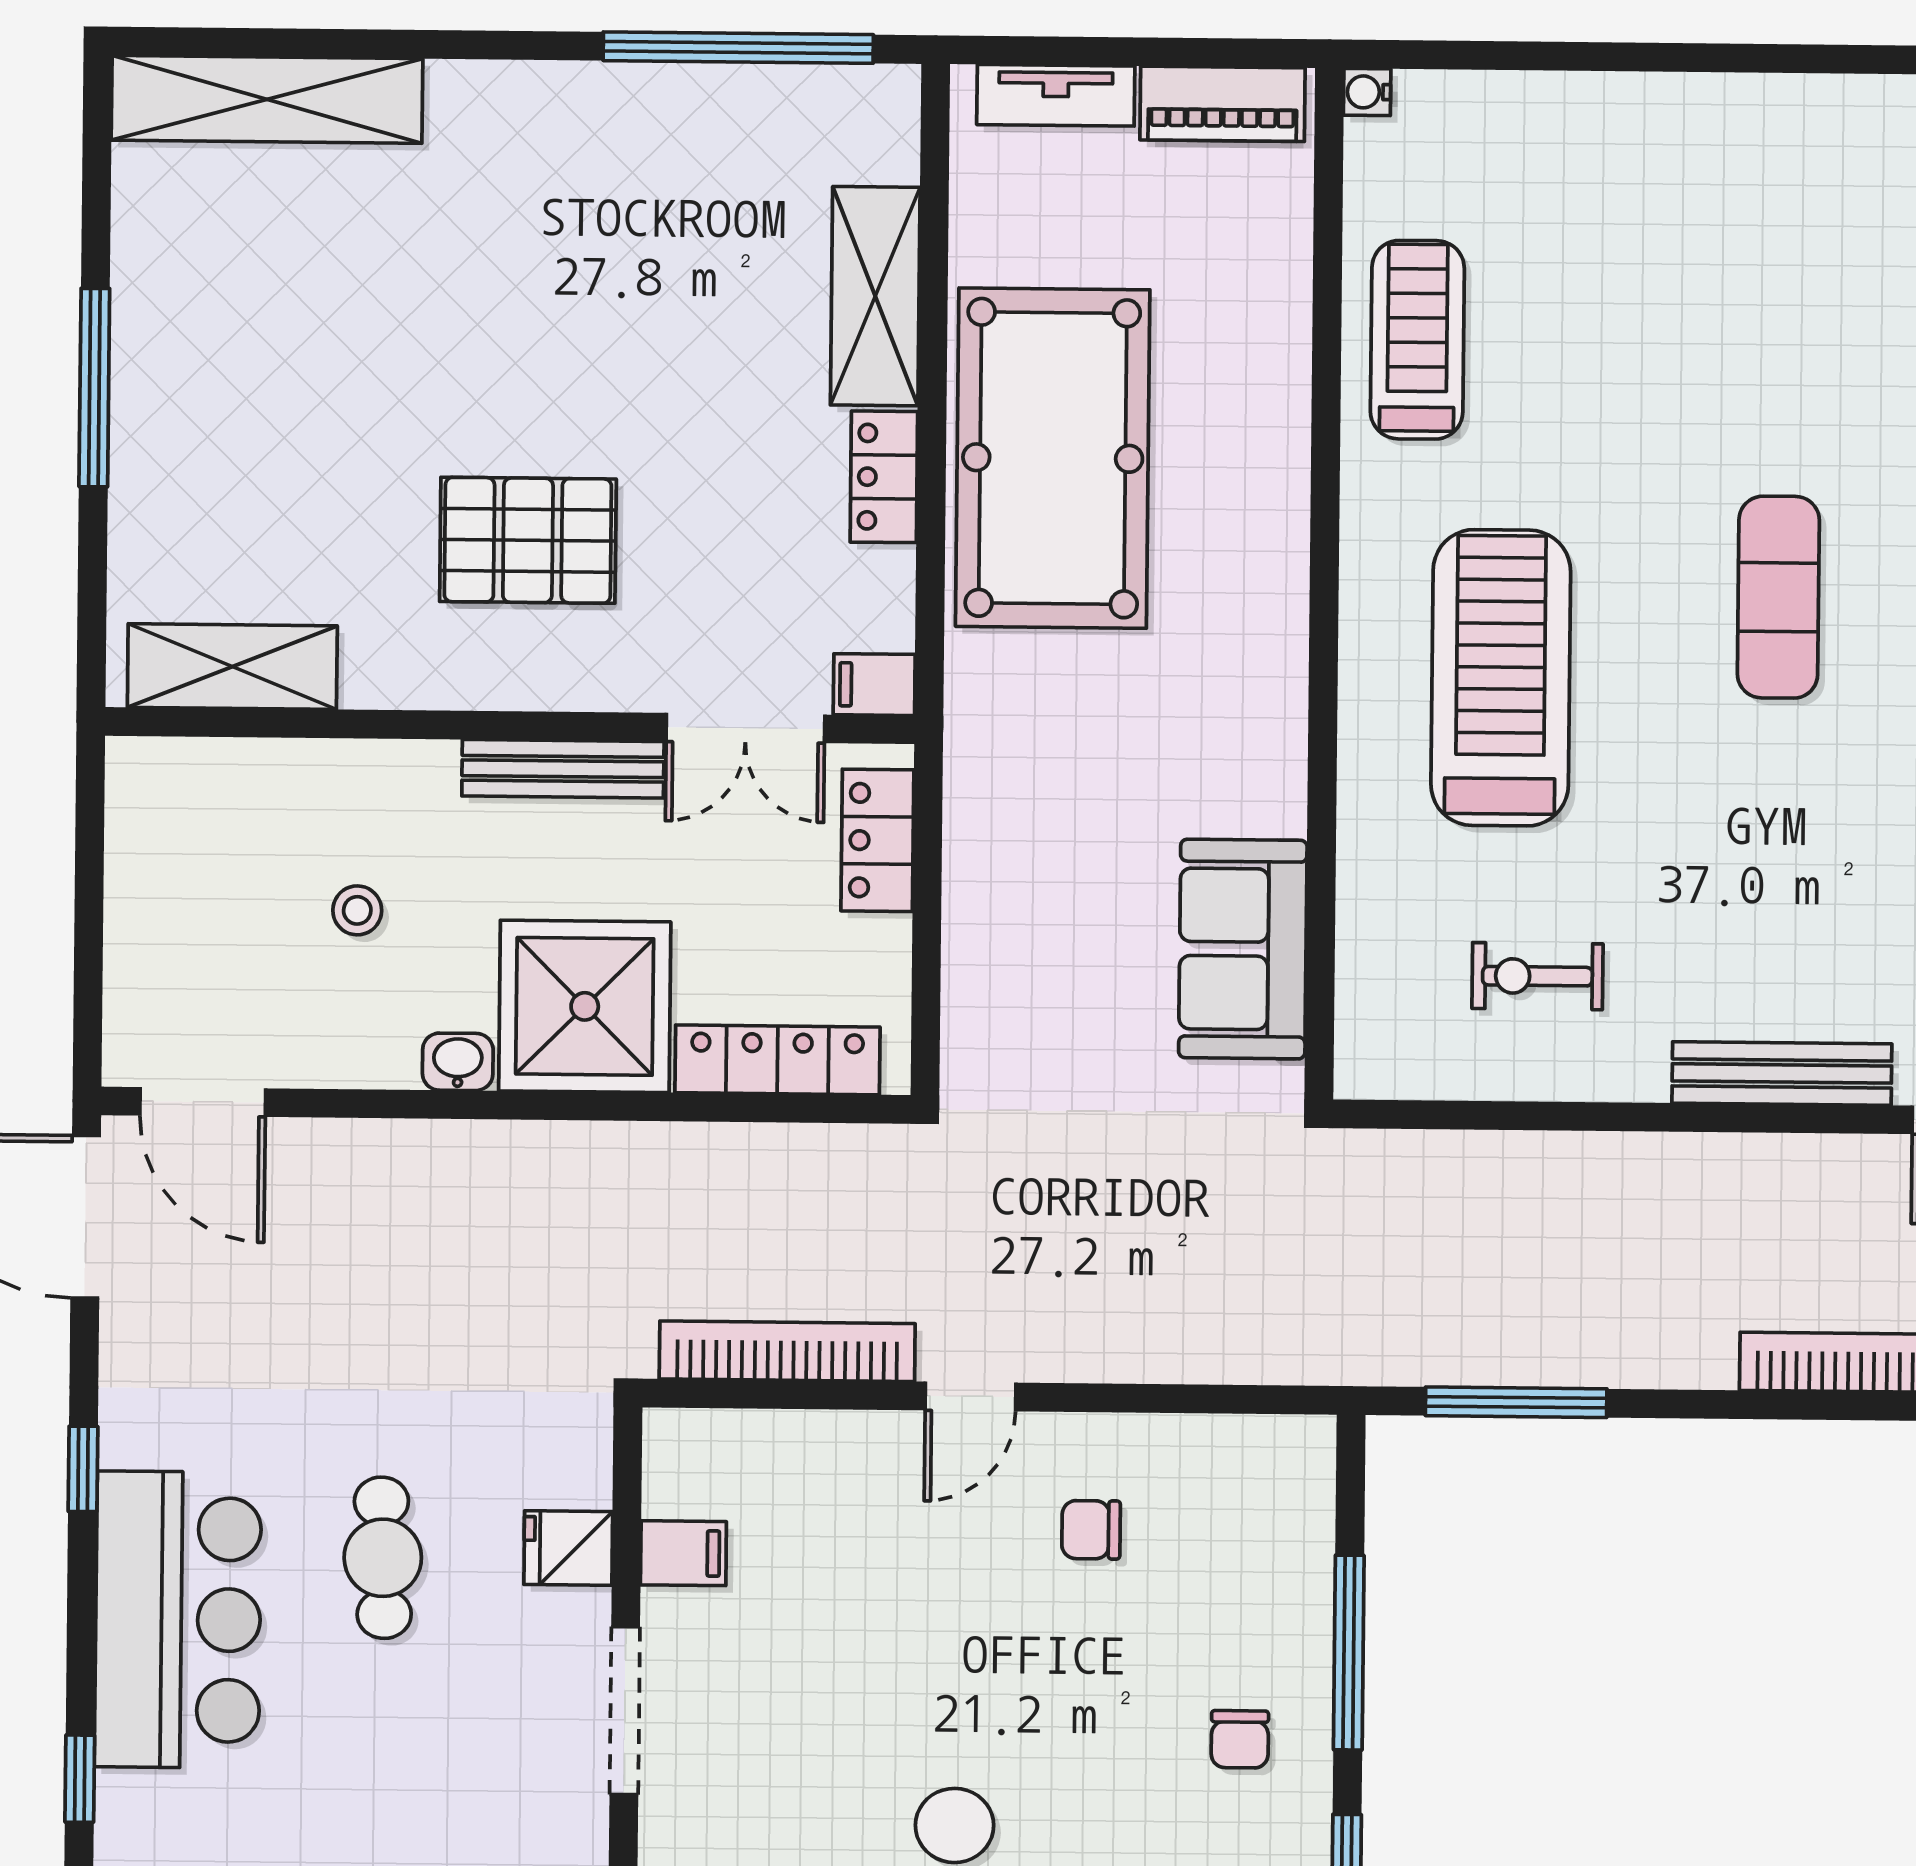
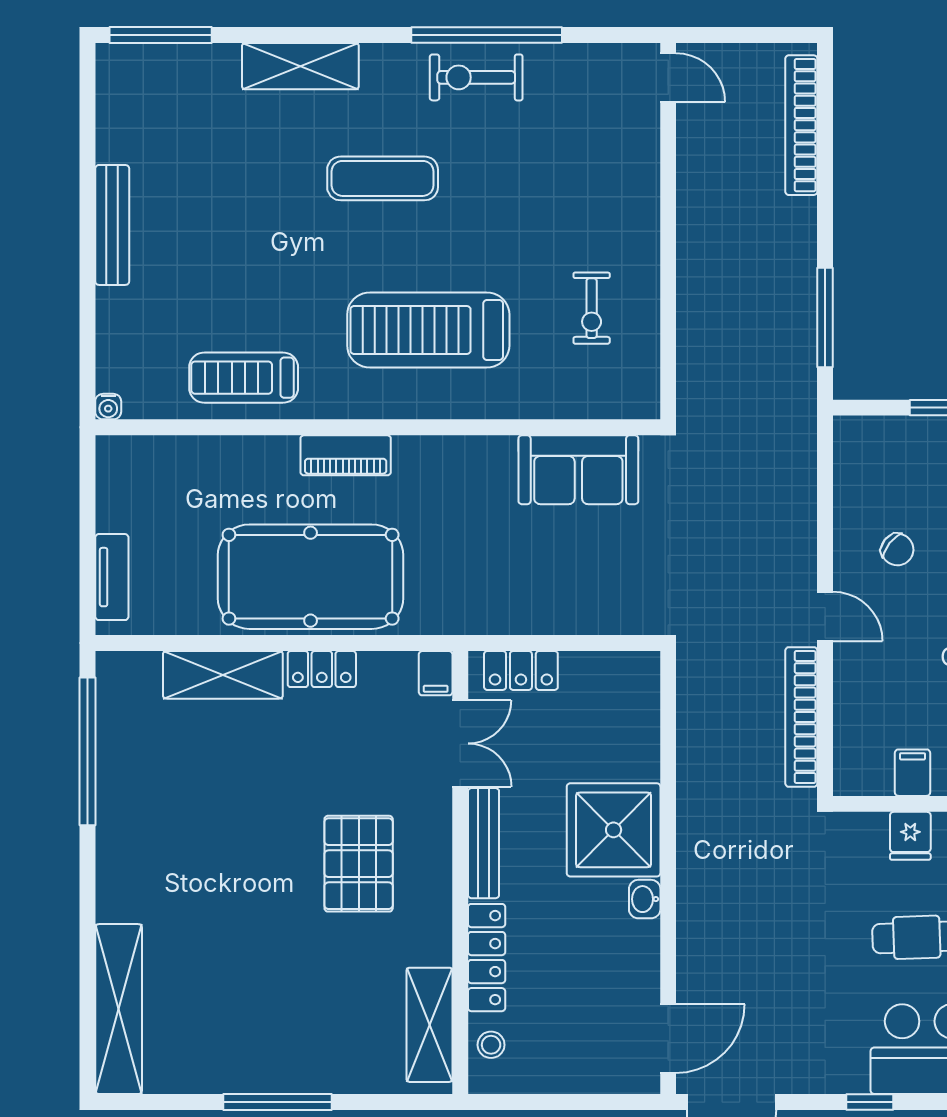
piano: (1222, 104) -> (346, 455), moved, turned 90
stool: (357, 910) -> (491, 1045), moved
locker: (777, 1060) -> (487, 958), moved, turned 180
bench: (1782, 1073) -> (112, 225), moved
chair: (1091, 1530) -> (897, 550), turned -52

